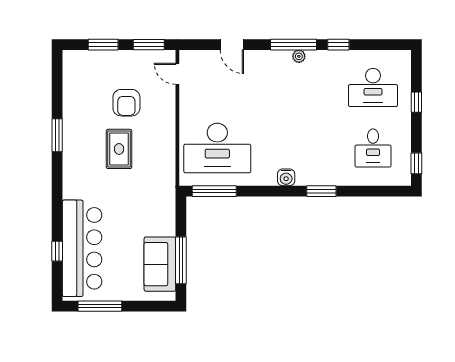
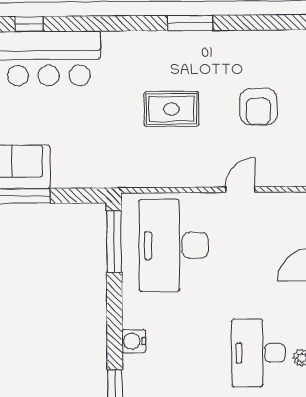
door: (177, 74) -> (240, 190), moved
desk: (295, 88) -> (258, 353), added
armchair: (126, 103) -> (258, 107), moved, turned -90

